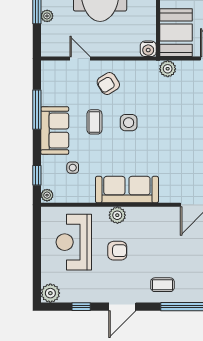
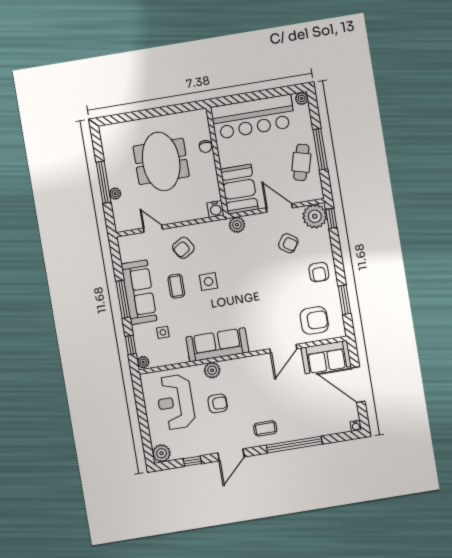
window: (37, 110) -> (123, 299), moved
sofa: (55, 131) -> (139, 292), width x1.36

